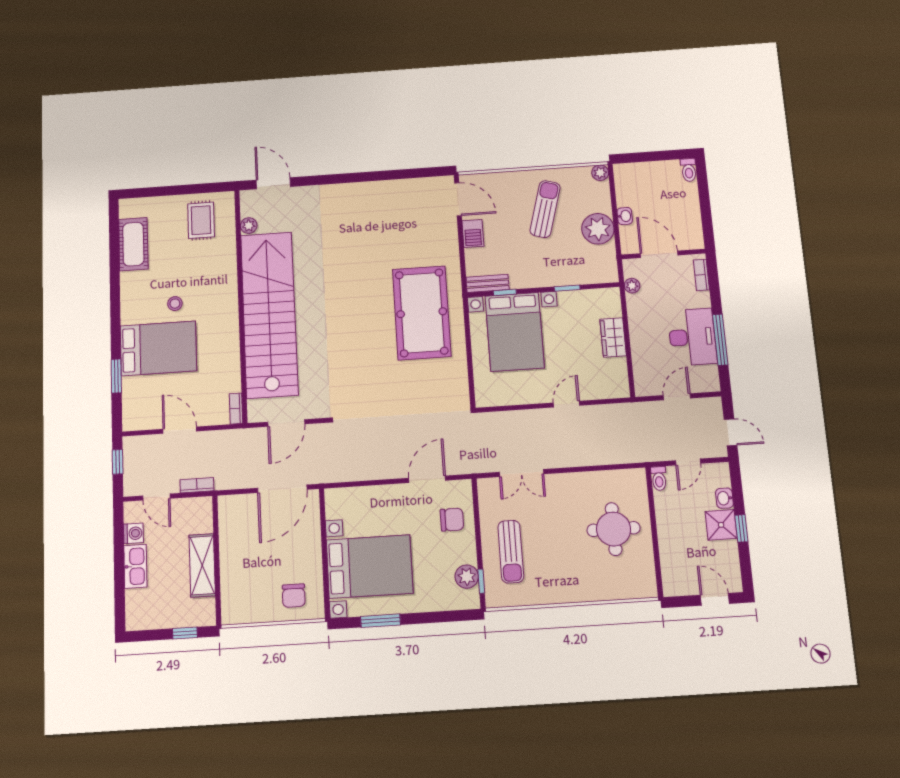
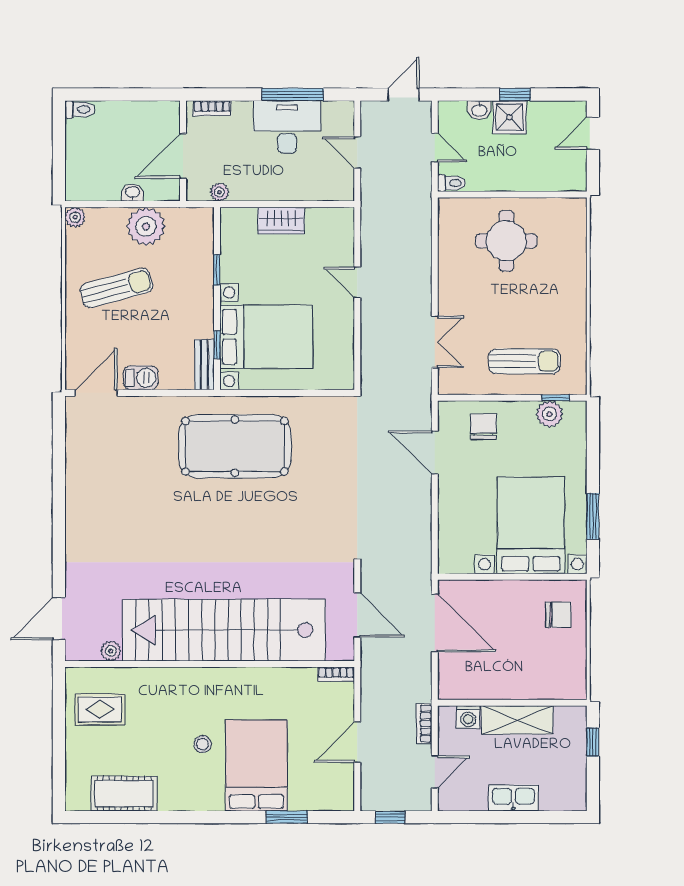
sun lounger: (545, 209) -> (116, 288), turned 149
washing machine: (133, 533) -> (468, 717), moved, turned 180

